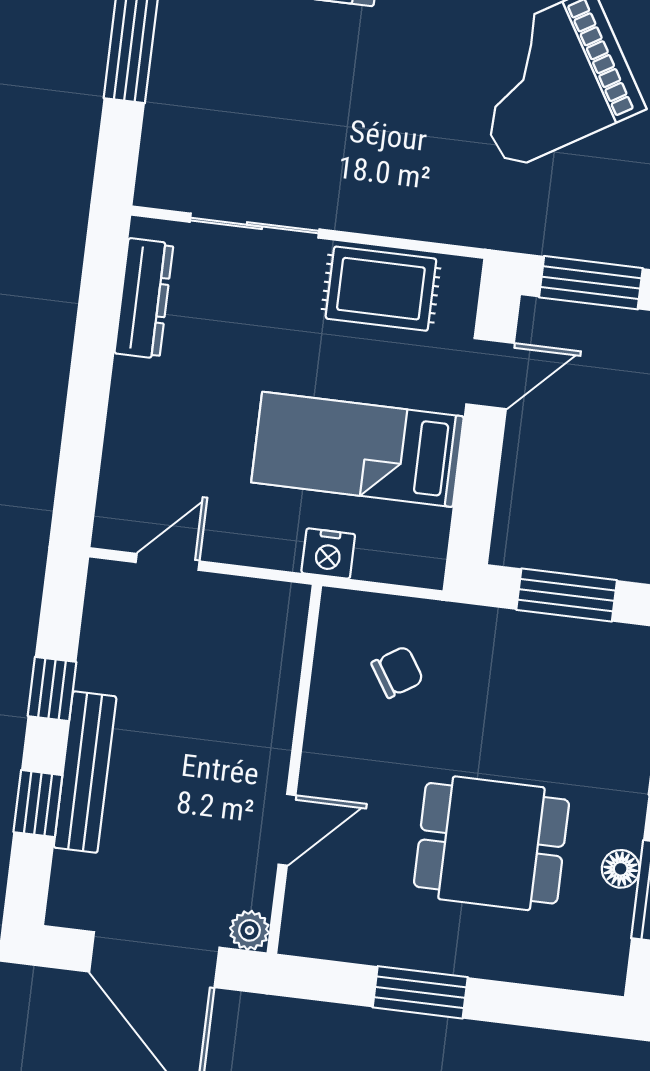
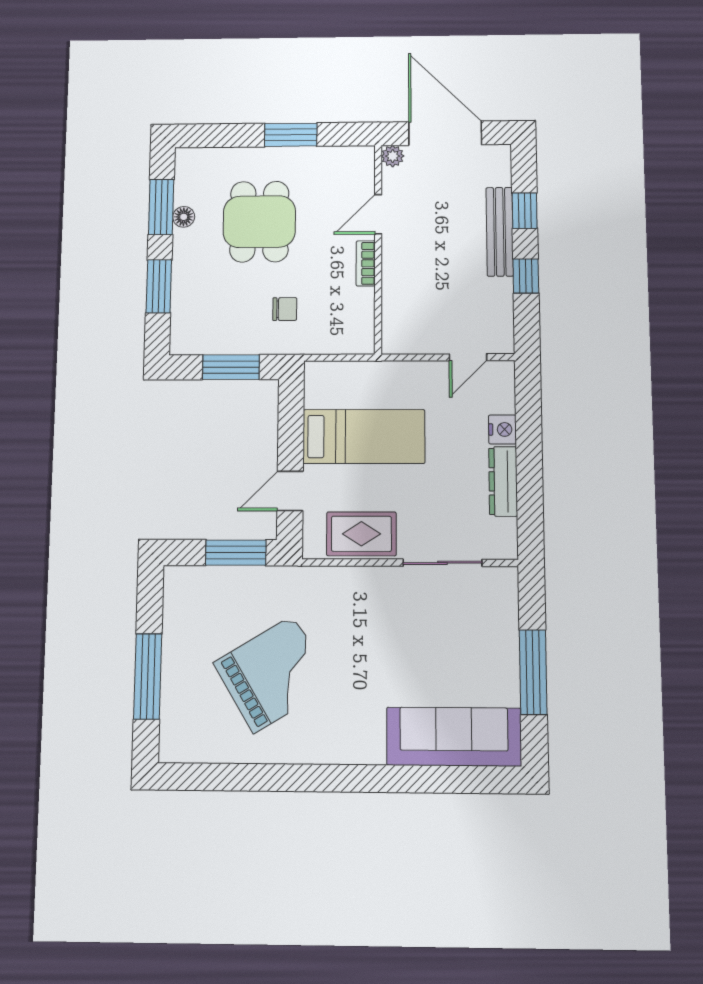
dresser: (144, 298) -> (503, 481), moved
nightstand: (328, 554) -> (502, 429), moved, turned 90
chair: (397, 672) -> (285, 309), moved, turned -147
bookcase: (319, 746) -> (366, 263), added
dining table: (491, 843) -> (259, 222), turned 90

